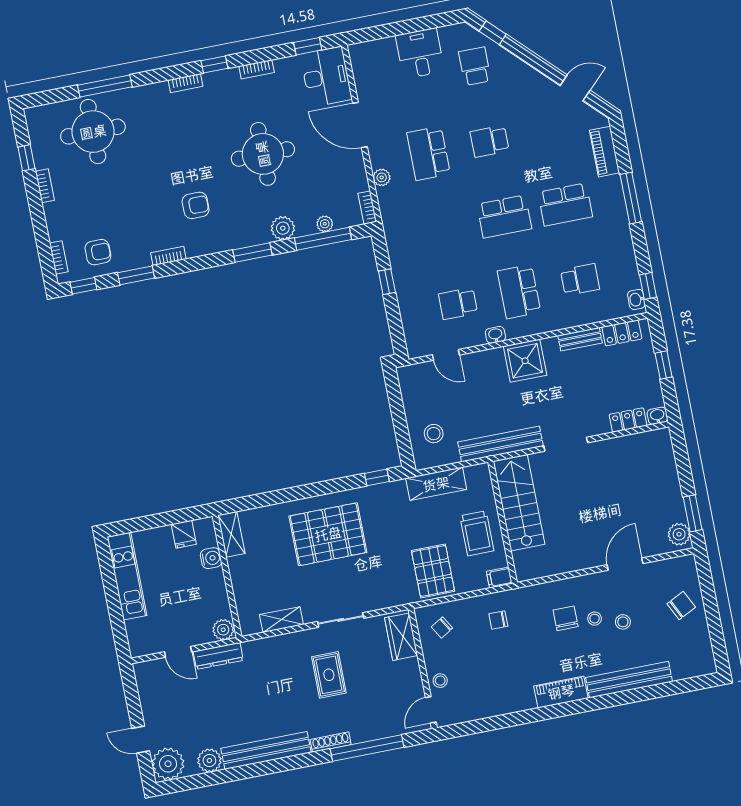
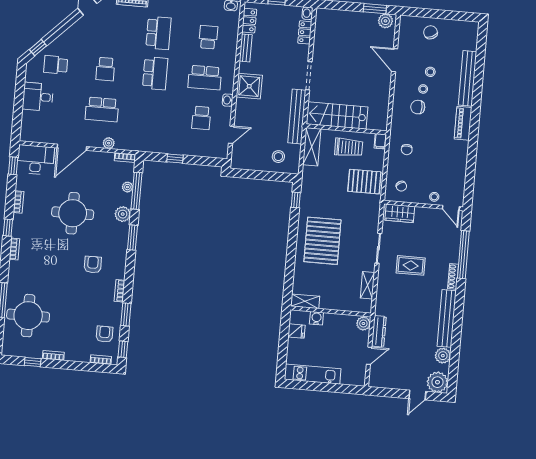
shelving: (436, 484) -> (312, 147), moved

